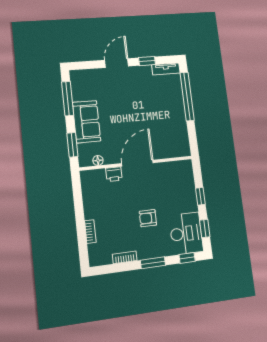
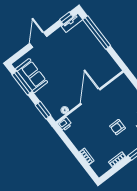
window: (147, 61) -> (66, 18), moved
sofa: (87, 122) -> (32, 76), moved
printer: (114, 174) -> (65, 124), moved

